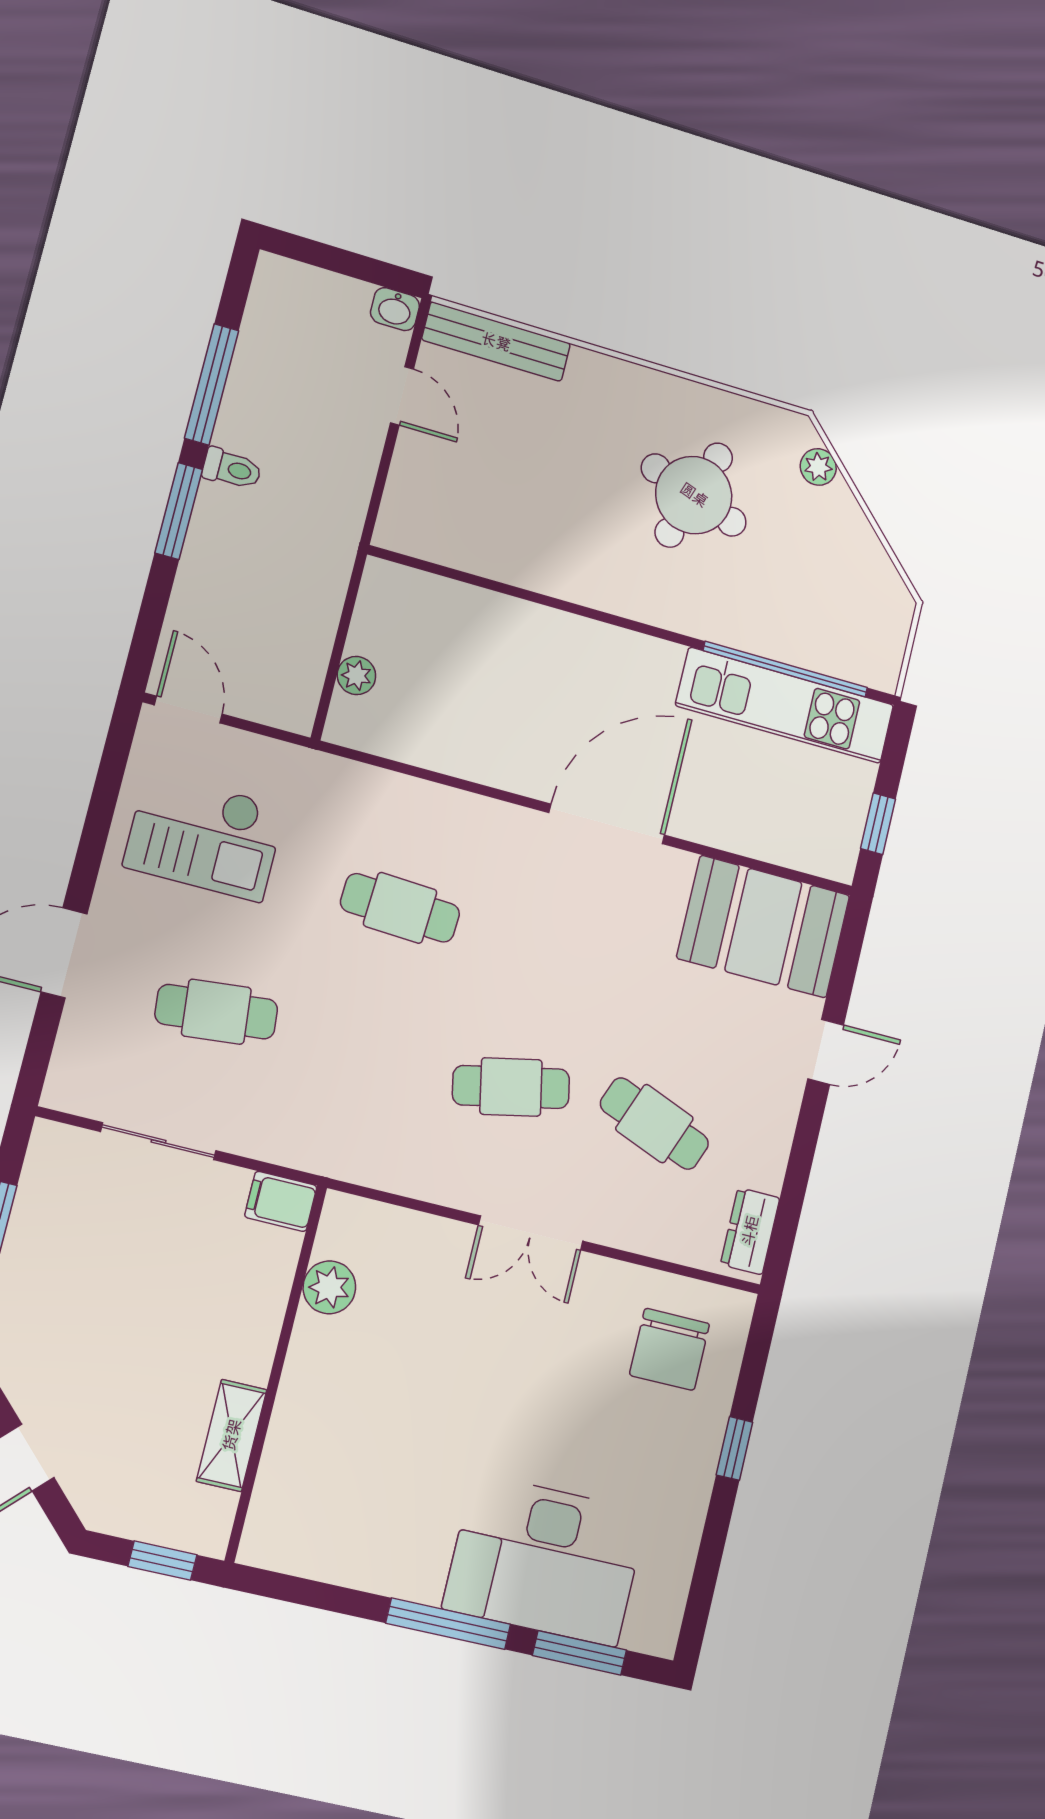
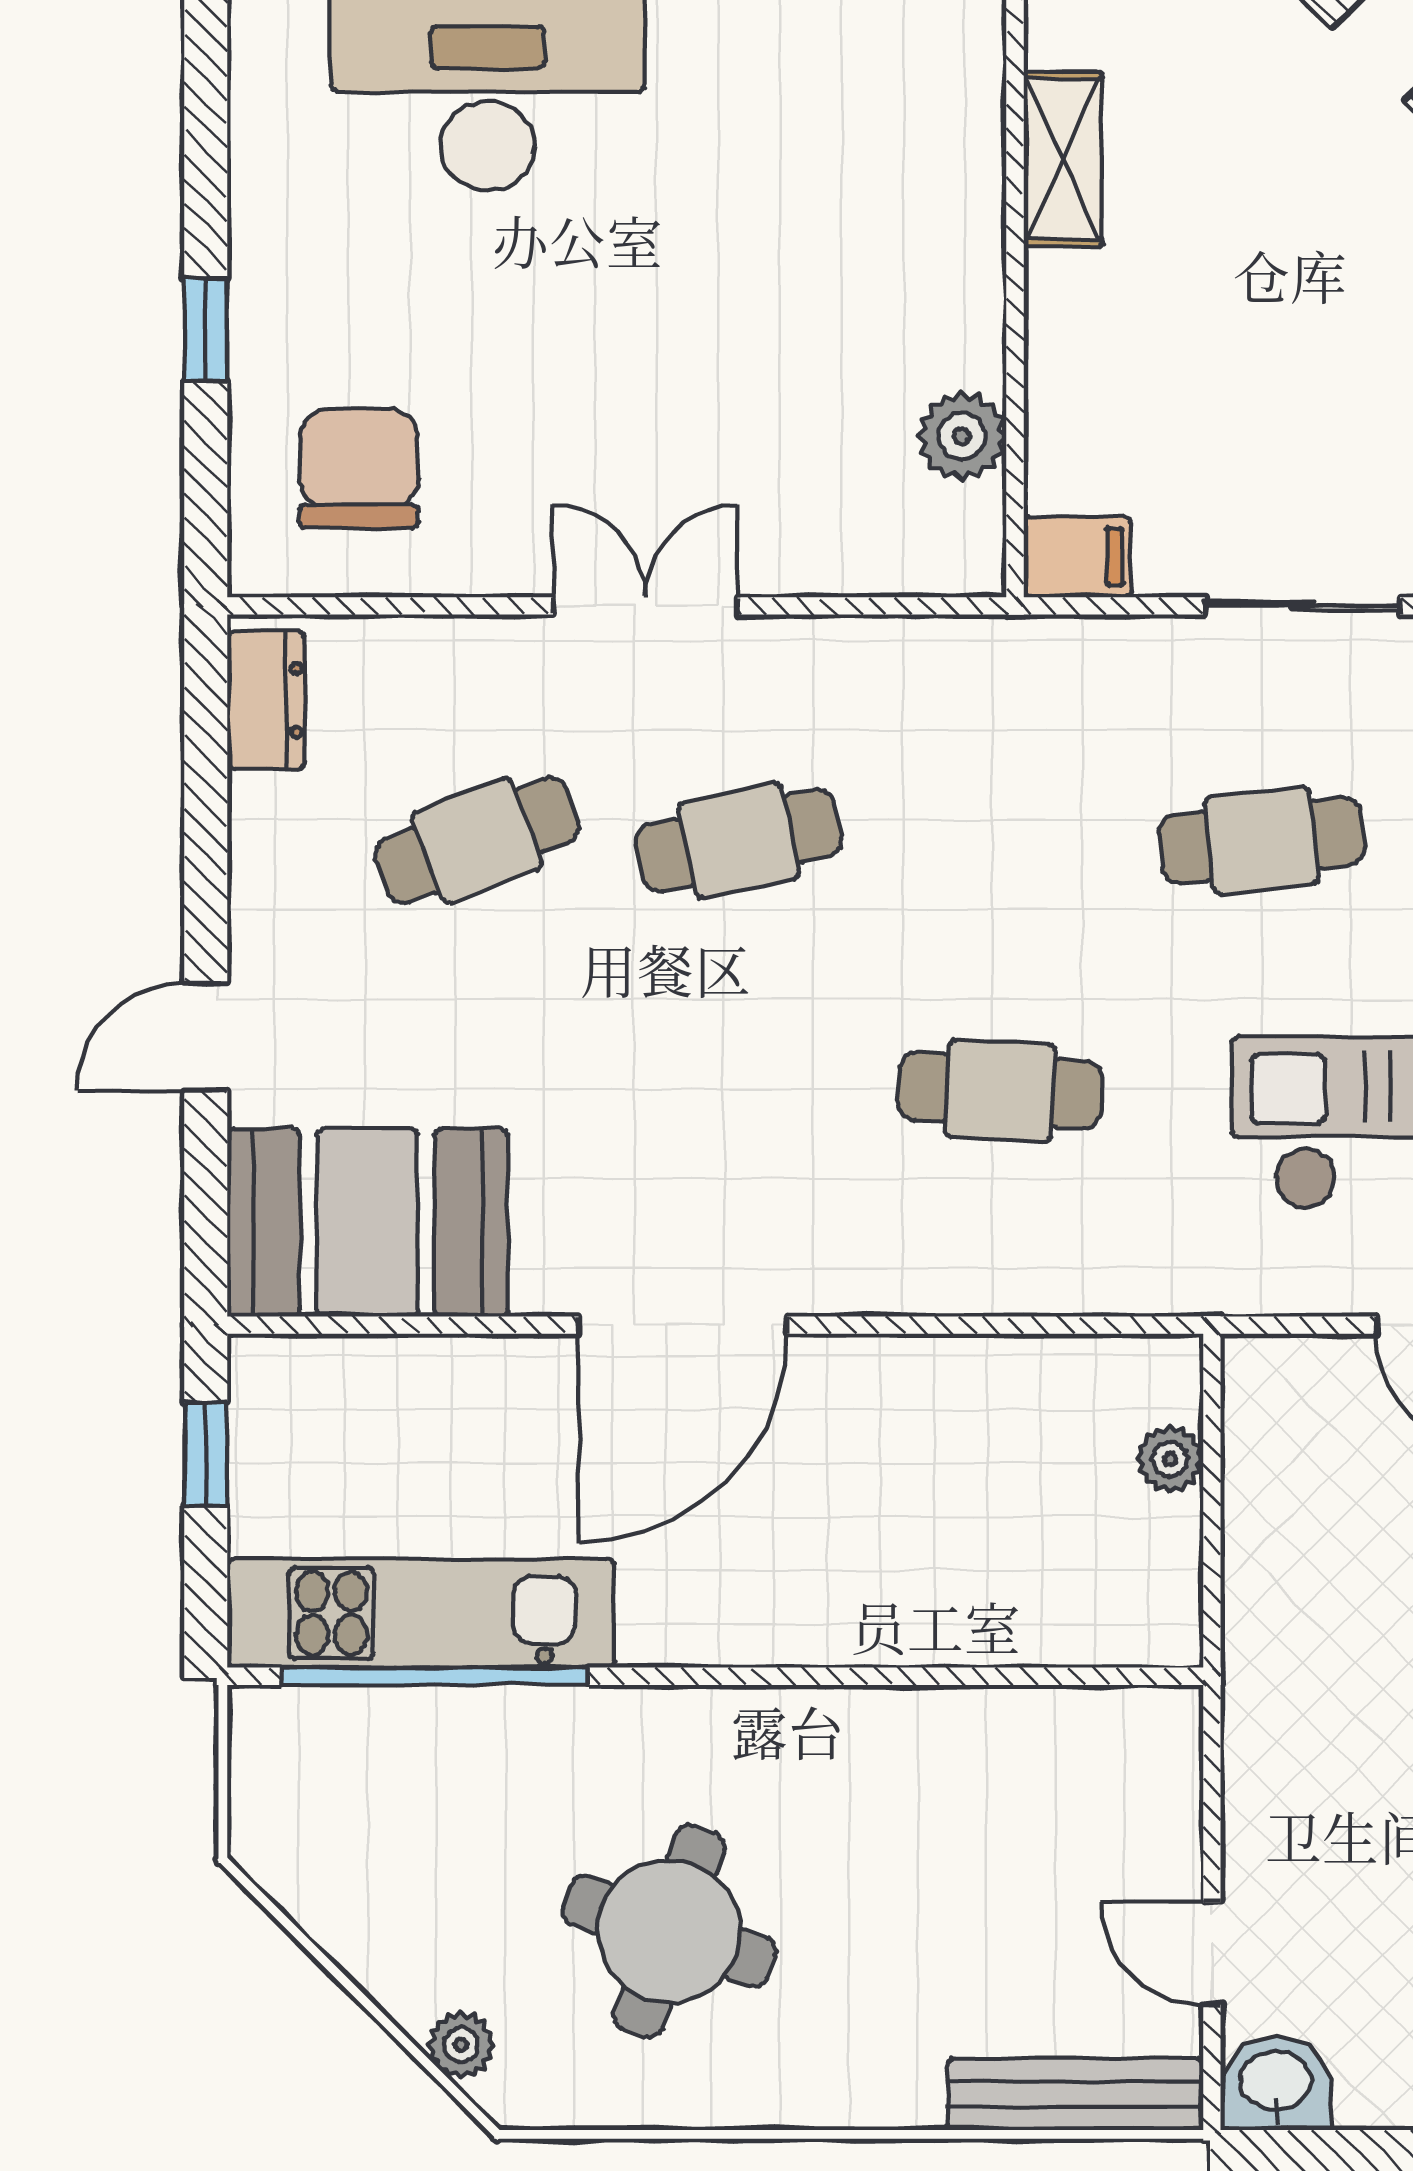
washbasin: (395, 309) -> (1276, 2083), width x1.38, depth x1.45
cafe table: (654, 1124) -> (477, 840), turned -42

